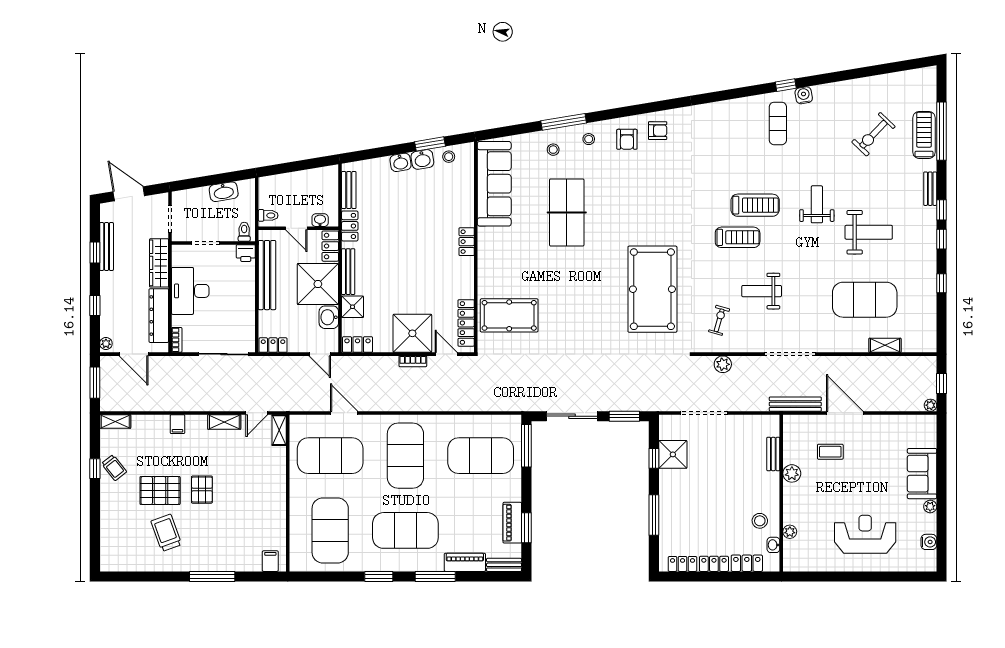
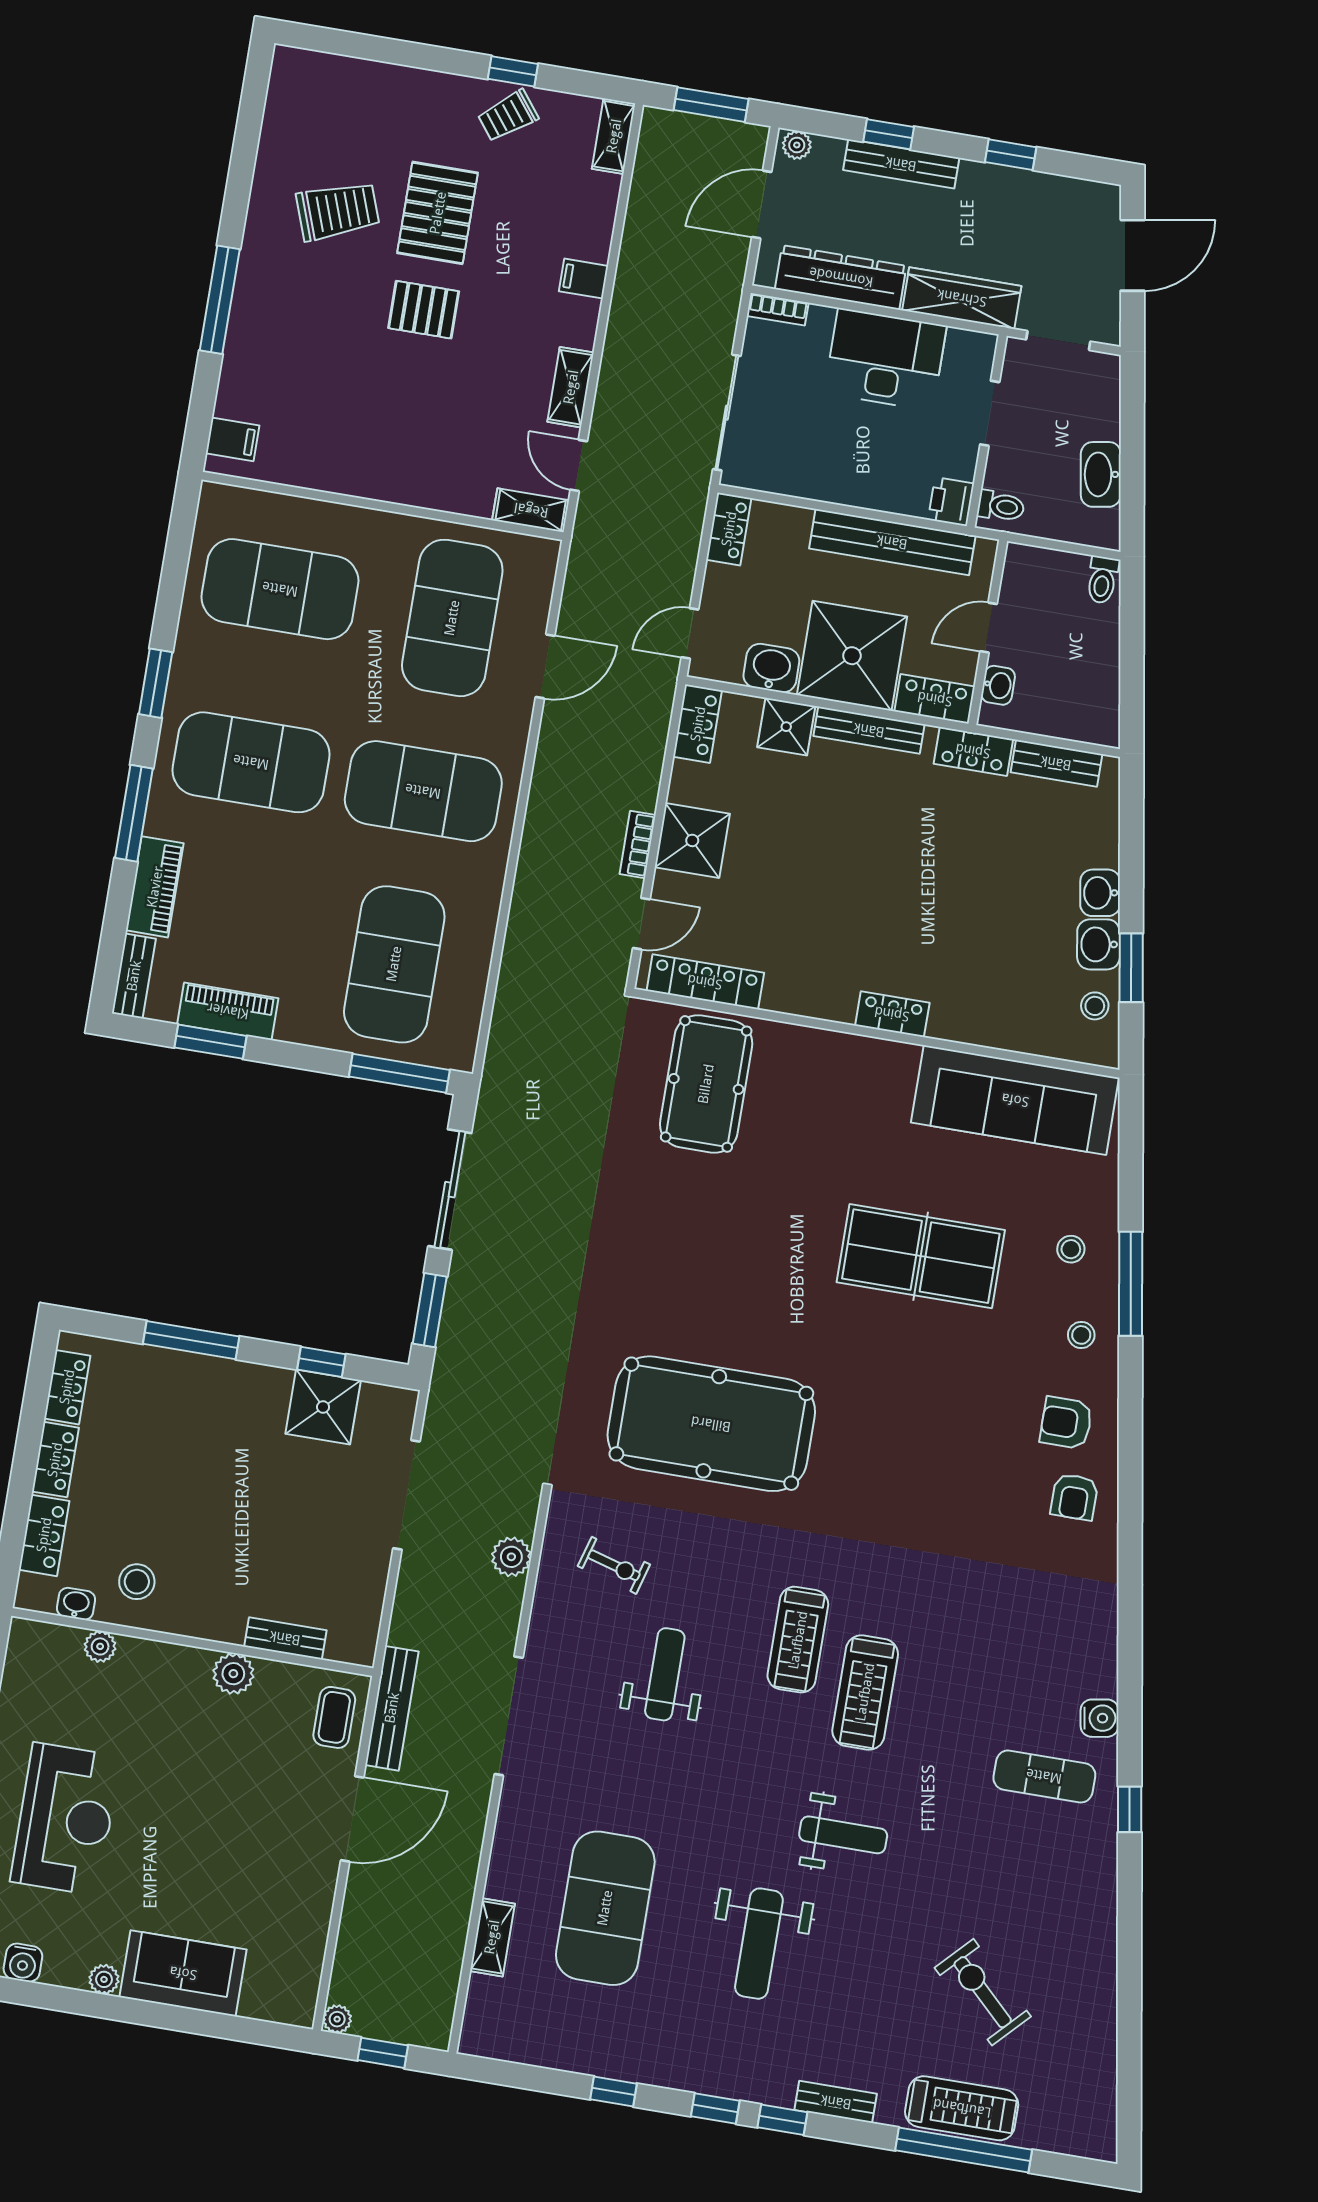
water cooler: (804, 95) -> (1099, 1718), moved
toilet: (268, 215) -> (1102, 580), moved
bench: (107, 246) -> (901, 164), moved
shower: (412, 333) -> (692, 840), width x0.73, depth x0.73
coffee table: (830, 452) -> (334, 1717), moved
exercise mat: (405, 530) -> (251, 762), turned 90

